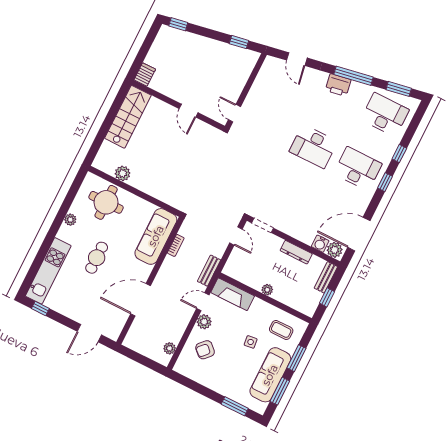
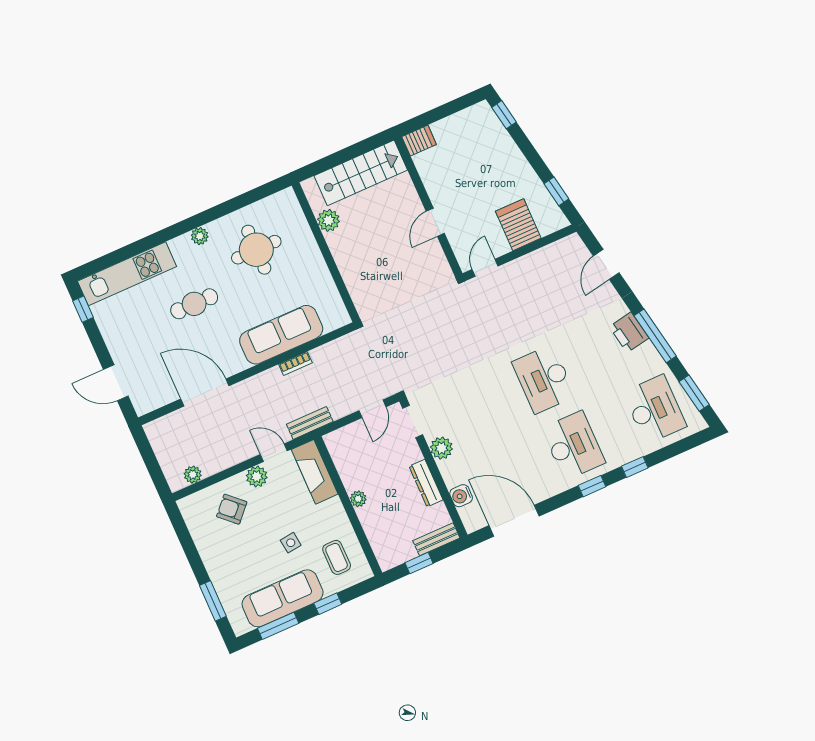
server rack: (233, 76) -> (518, 225), added
plant: (123, 173) -> (329, 220), moved
wall: (135, 191) -> (326, 252), moved
plant: (335, 250) -> (441, 448), moved
window: (296, 358) -> (328, 604), width x0.67

